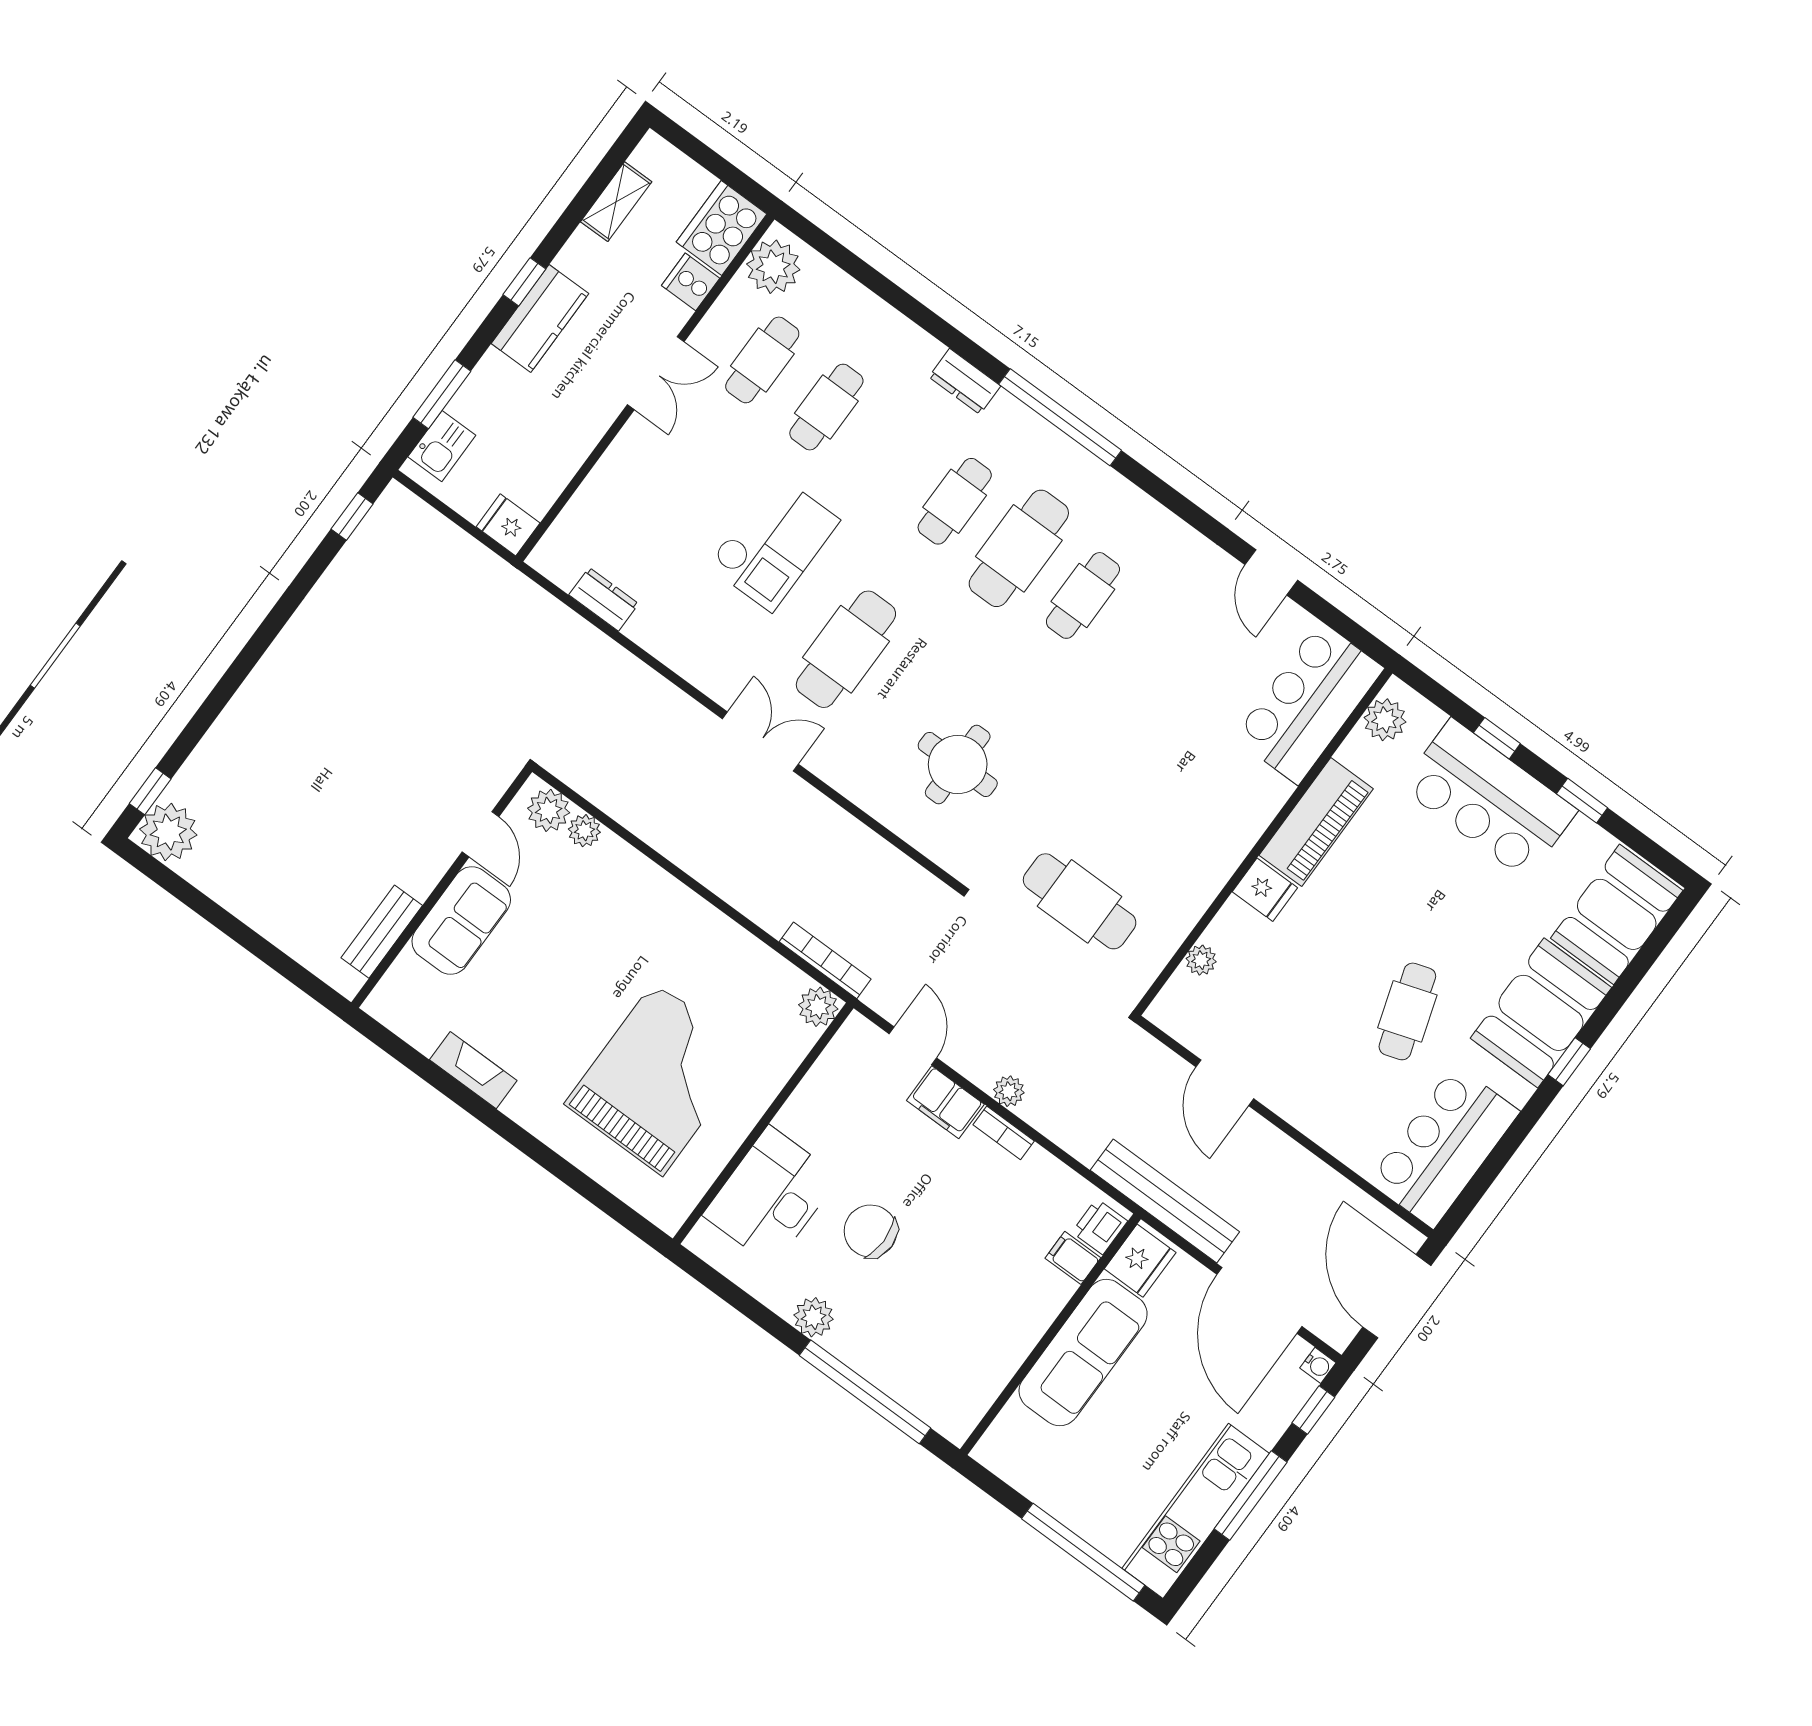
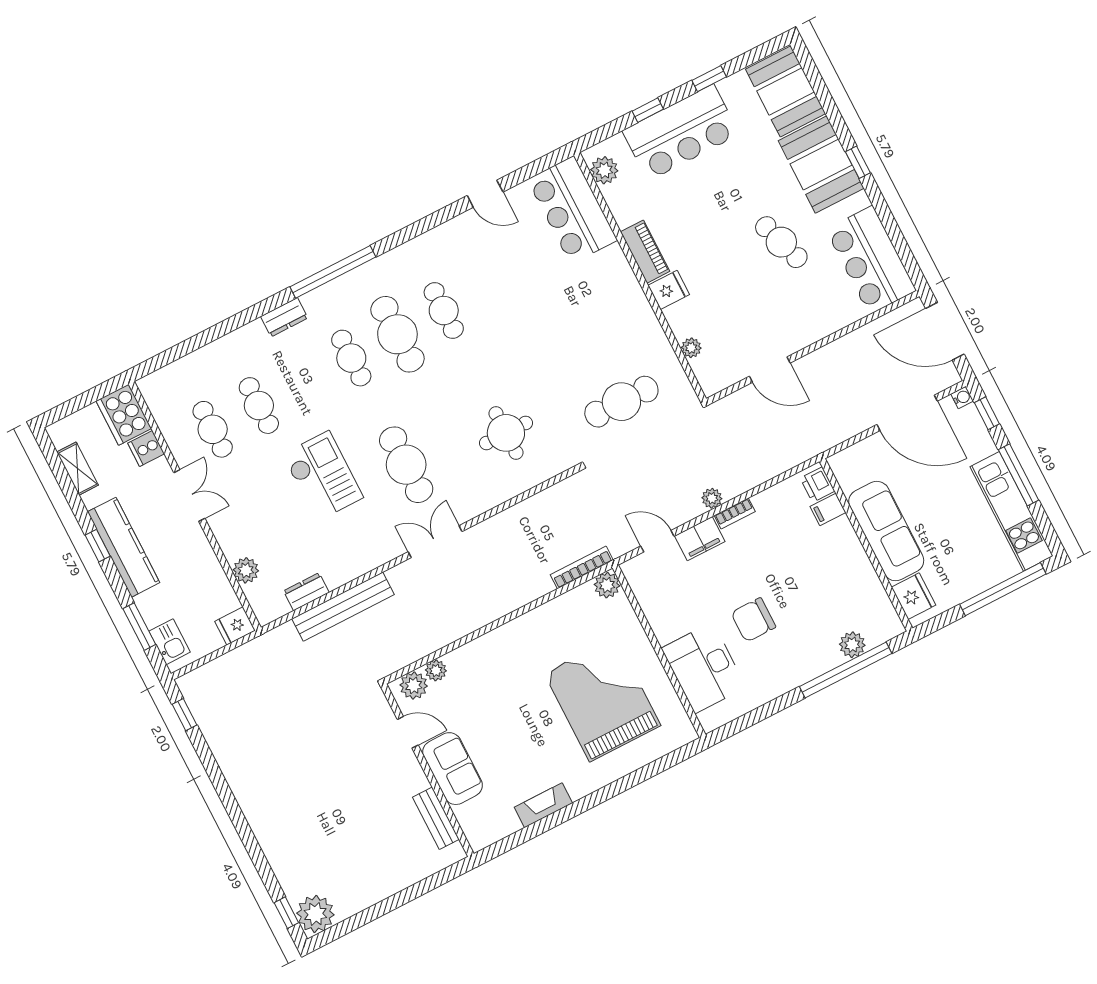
plant: (773, 267) -> (246, 570), moved, width x0.73, depth x0.73
kitchen counter: (540, 319) -> (124, 547), width x1.50
piano: (1316, 822) -> (645, 252), width x0.73, depth x0.75
bench: (1165, 1201) -> (343, 607), moved
fridge: (1140, 1261) -> (913, 596), moved
plant: (814, 1317) -> (852, 645), moved

